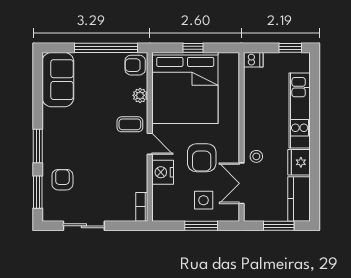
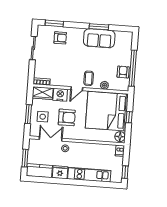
floor lamp: (228, 61) -> (120, 137), added
armchair: (135, 65) -> (123, 72), moved
sofa: (58, 80) -> (99, 38), moved
window: (38, 146) -> (99, 27), moved
armchair: (202, 158) -> (67, 117), turned 180
wardrobe: (162, 204) -> (43, 93), added

